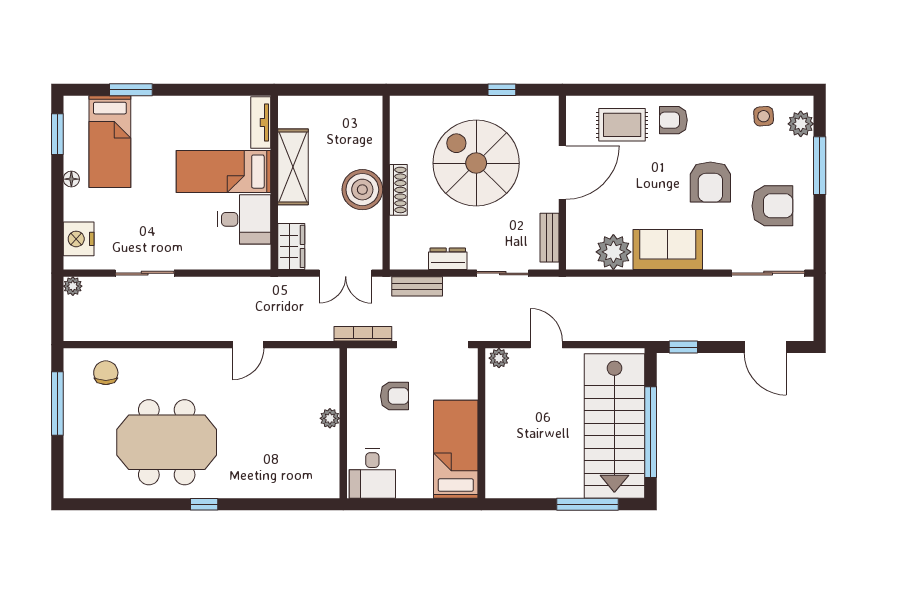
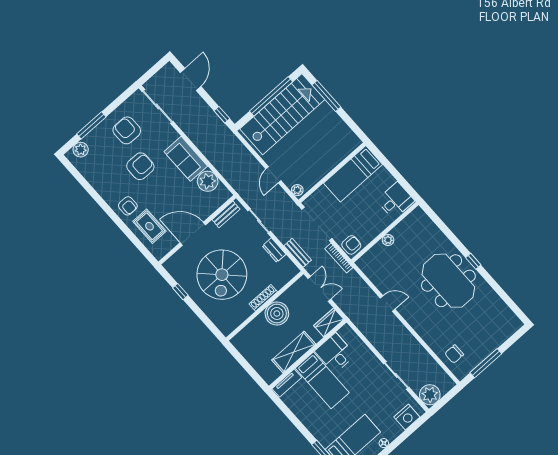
side table: (764, 116) -> (92, 169), removed
plant: (73, 286) -> (430, 395), width x1.87, depth x1.87
armchair: (395, 396) -> (351, 245), moved, turned 90
meeting table: (167, 442) -> (448, 281), moved

